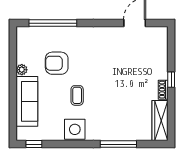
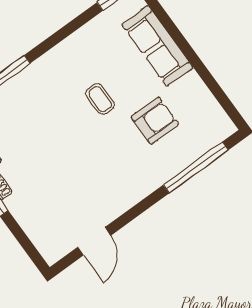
plant: (22, 70) -> (193, 81), removed
side table: (75, 129) -> (72, 55), removed

